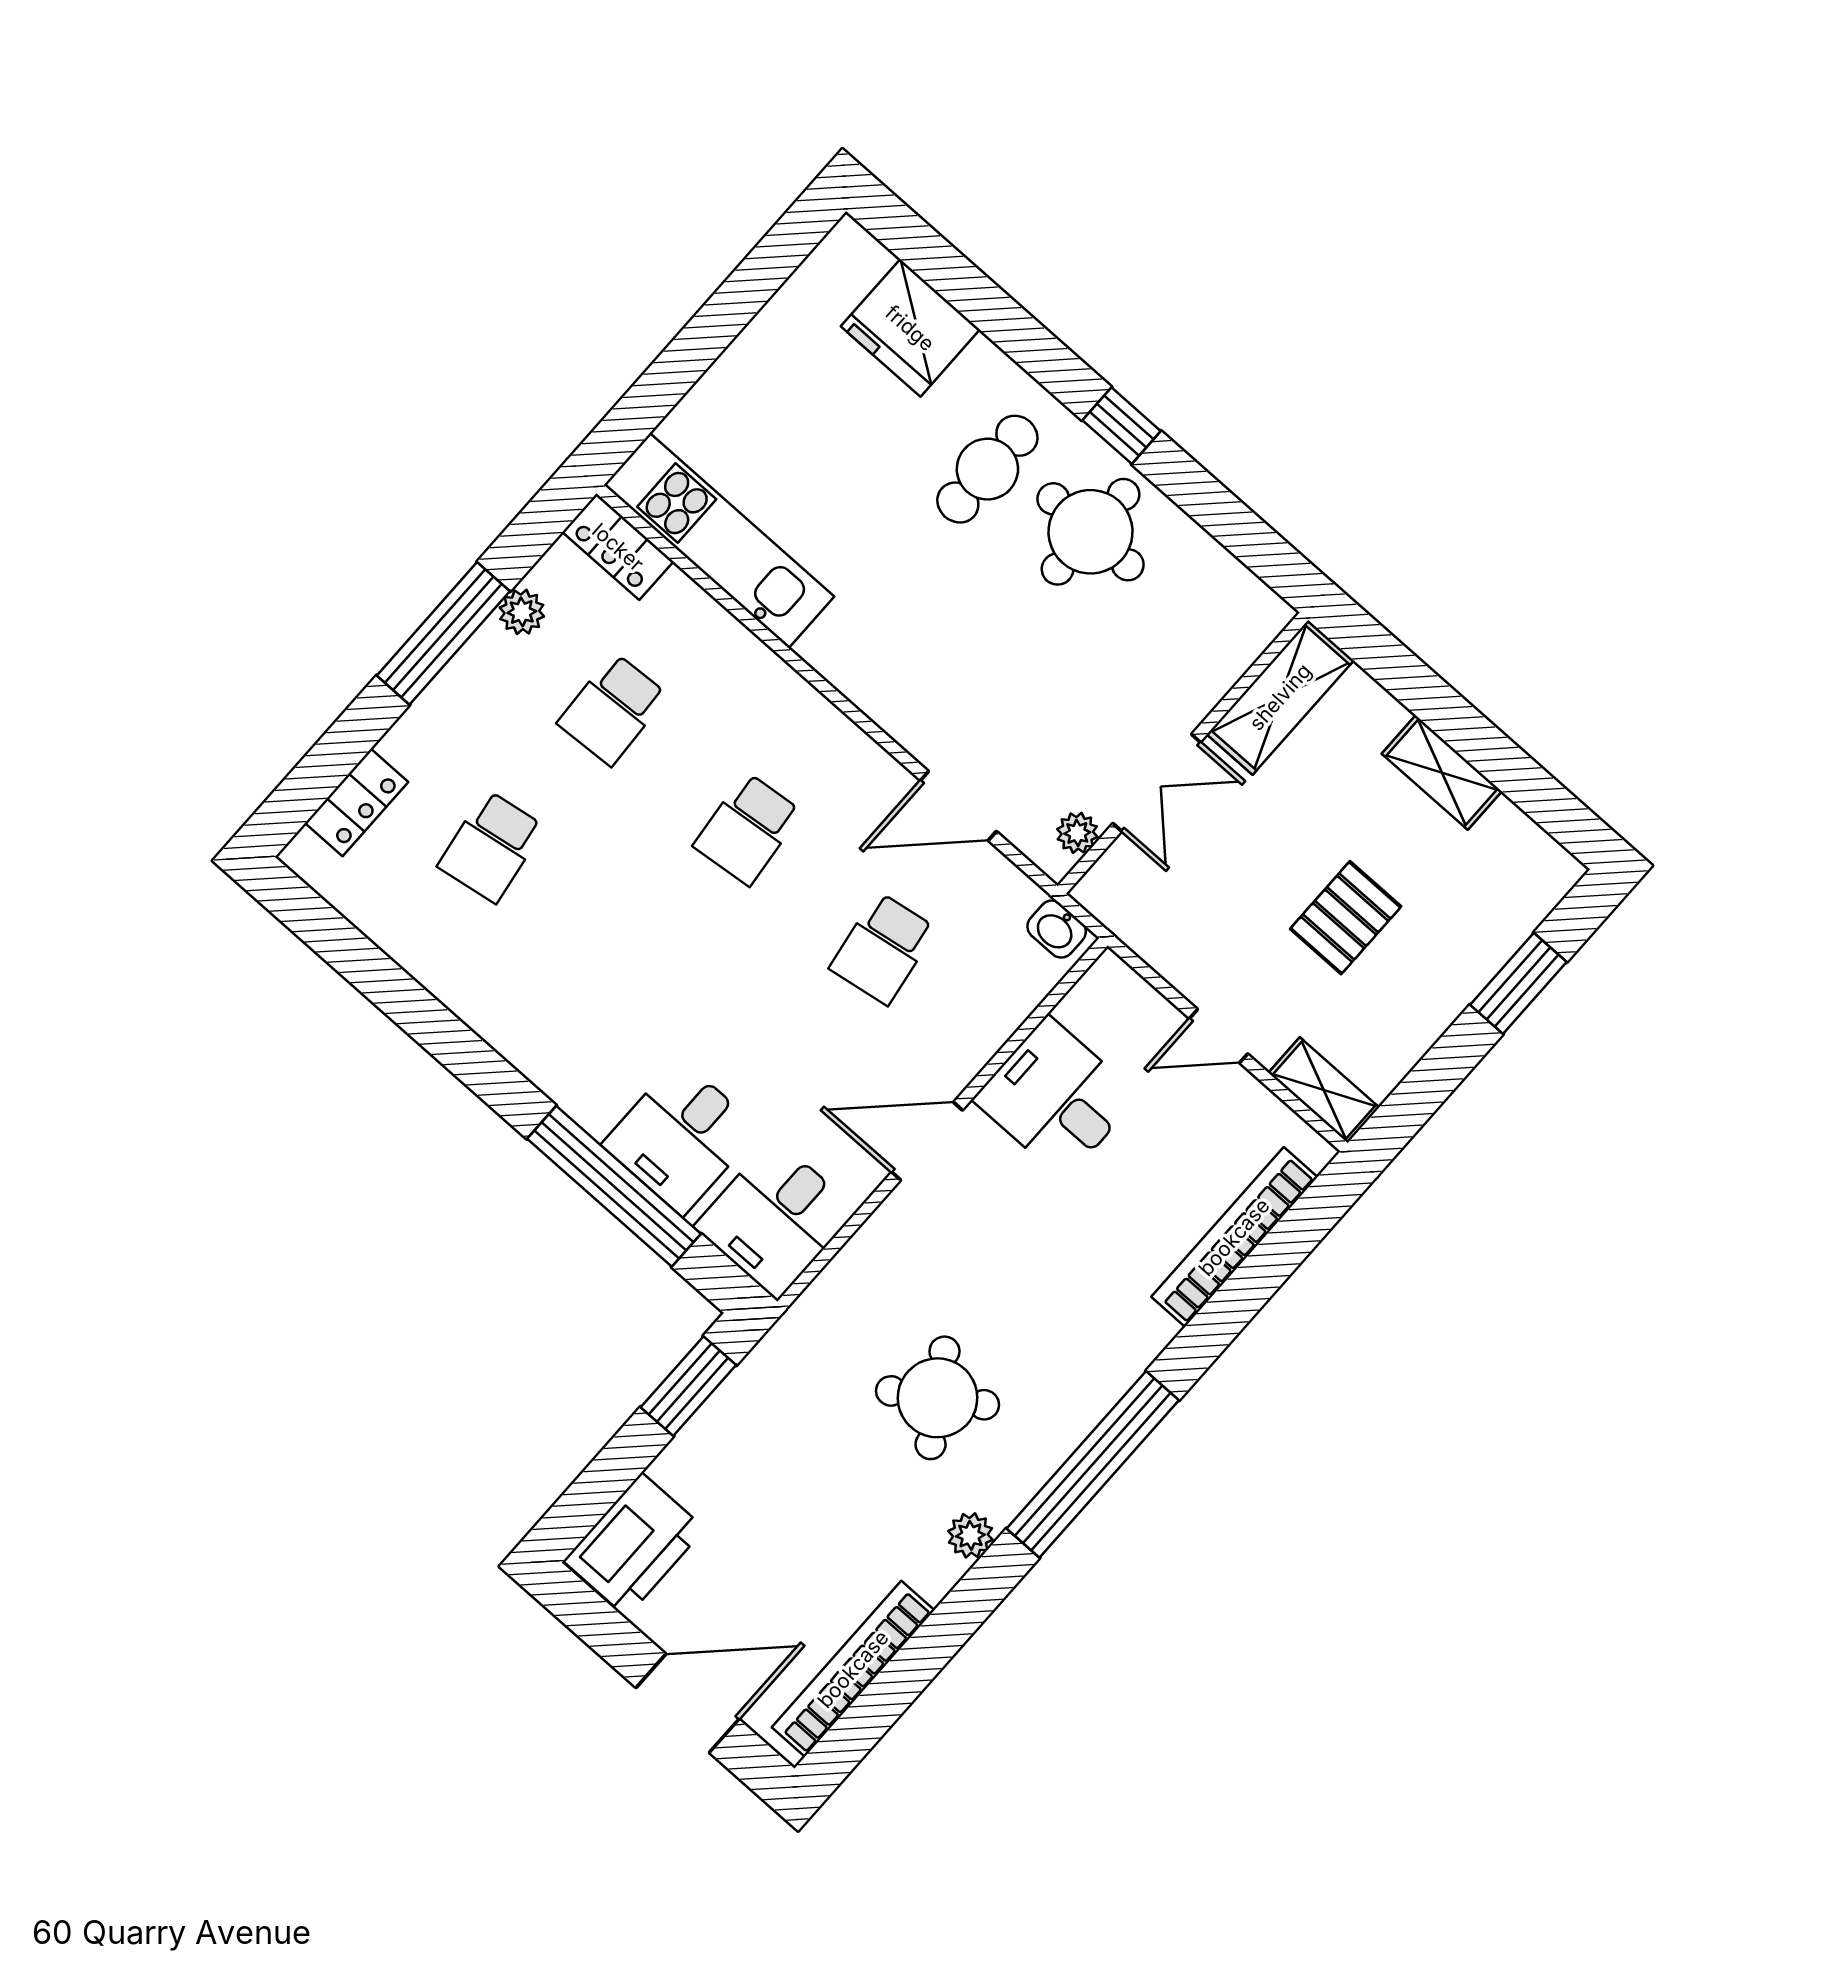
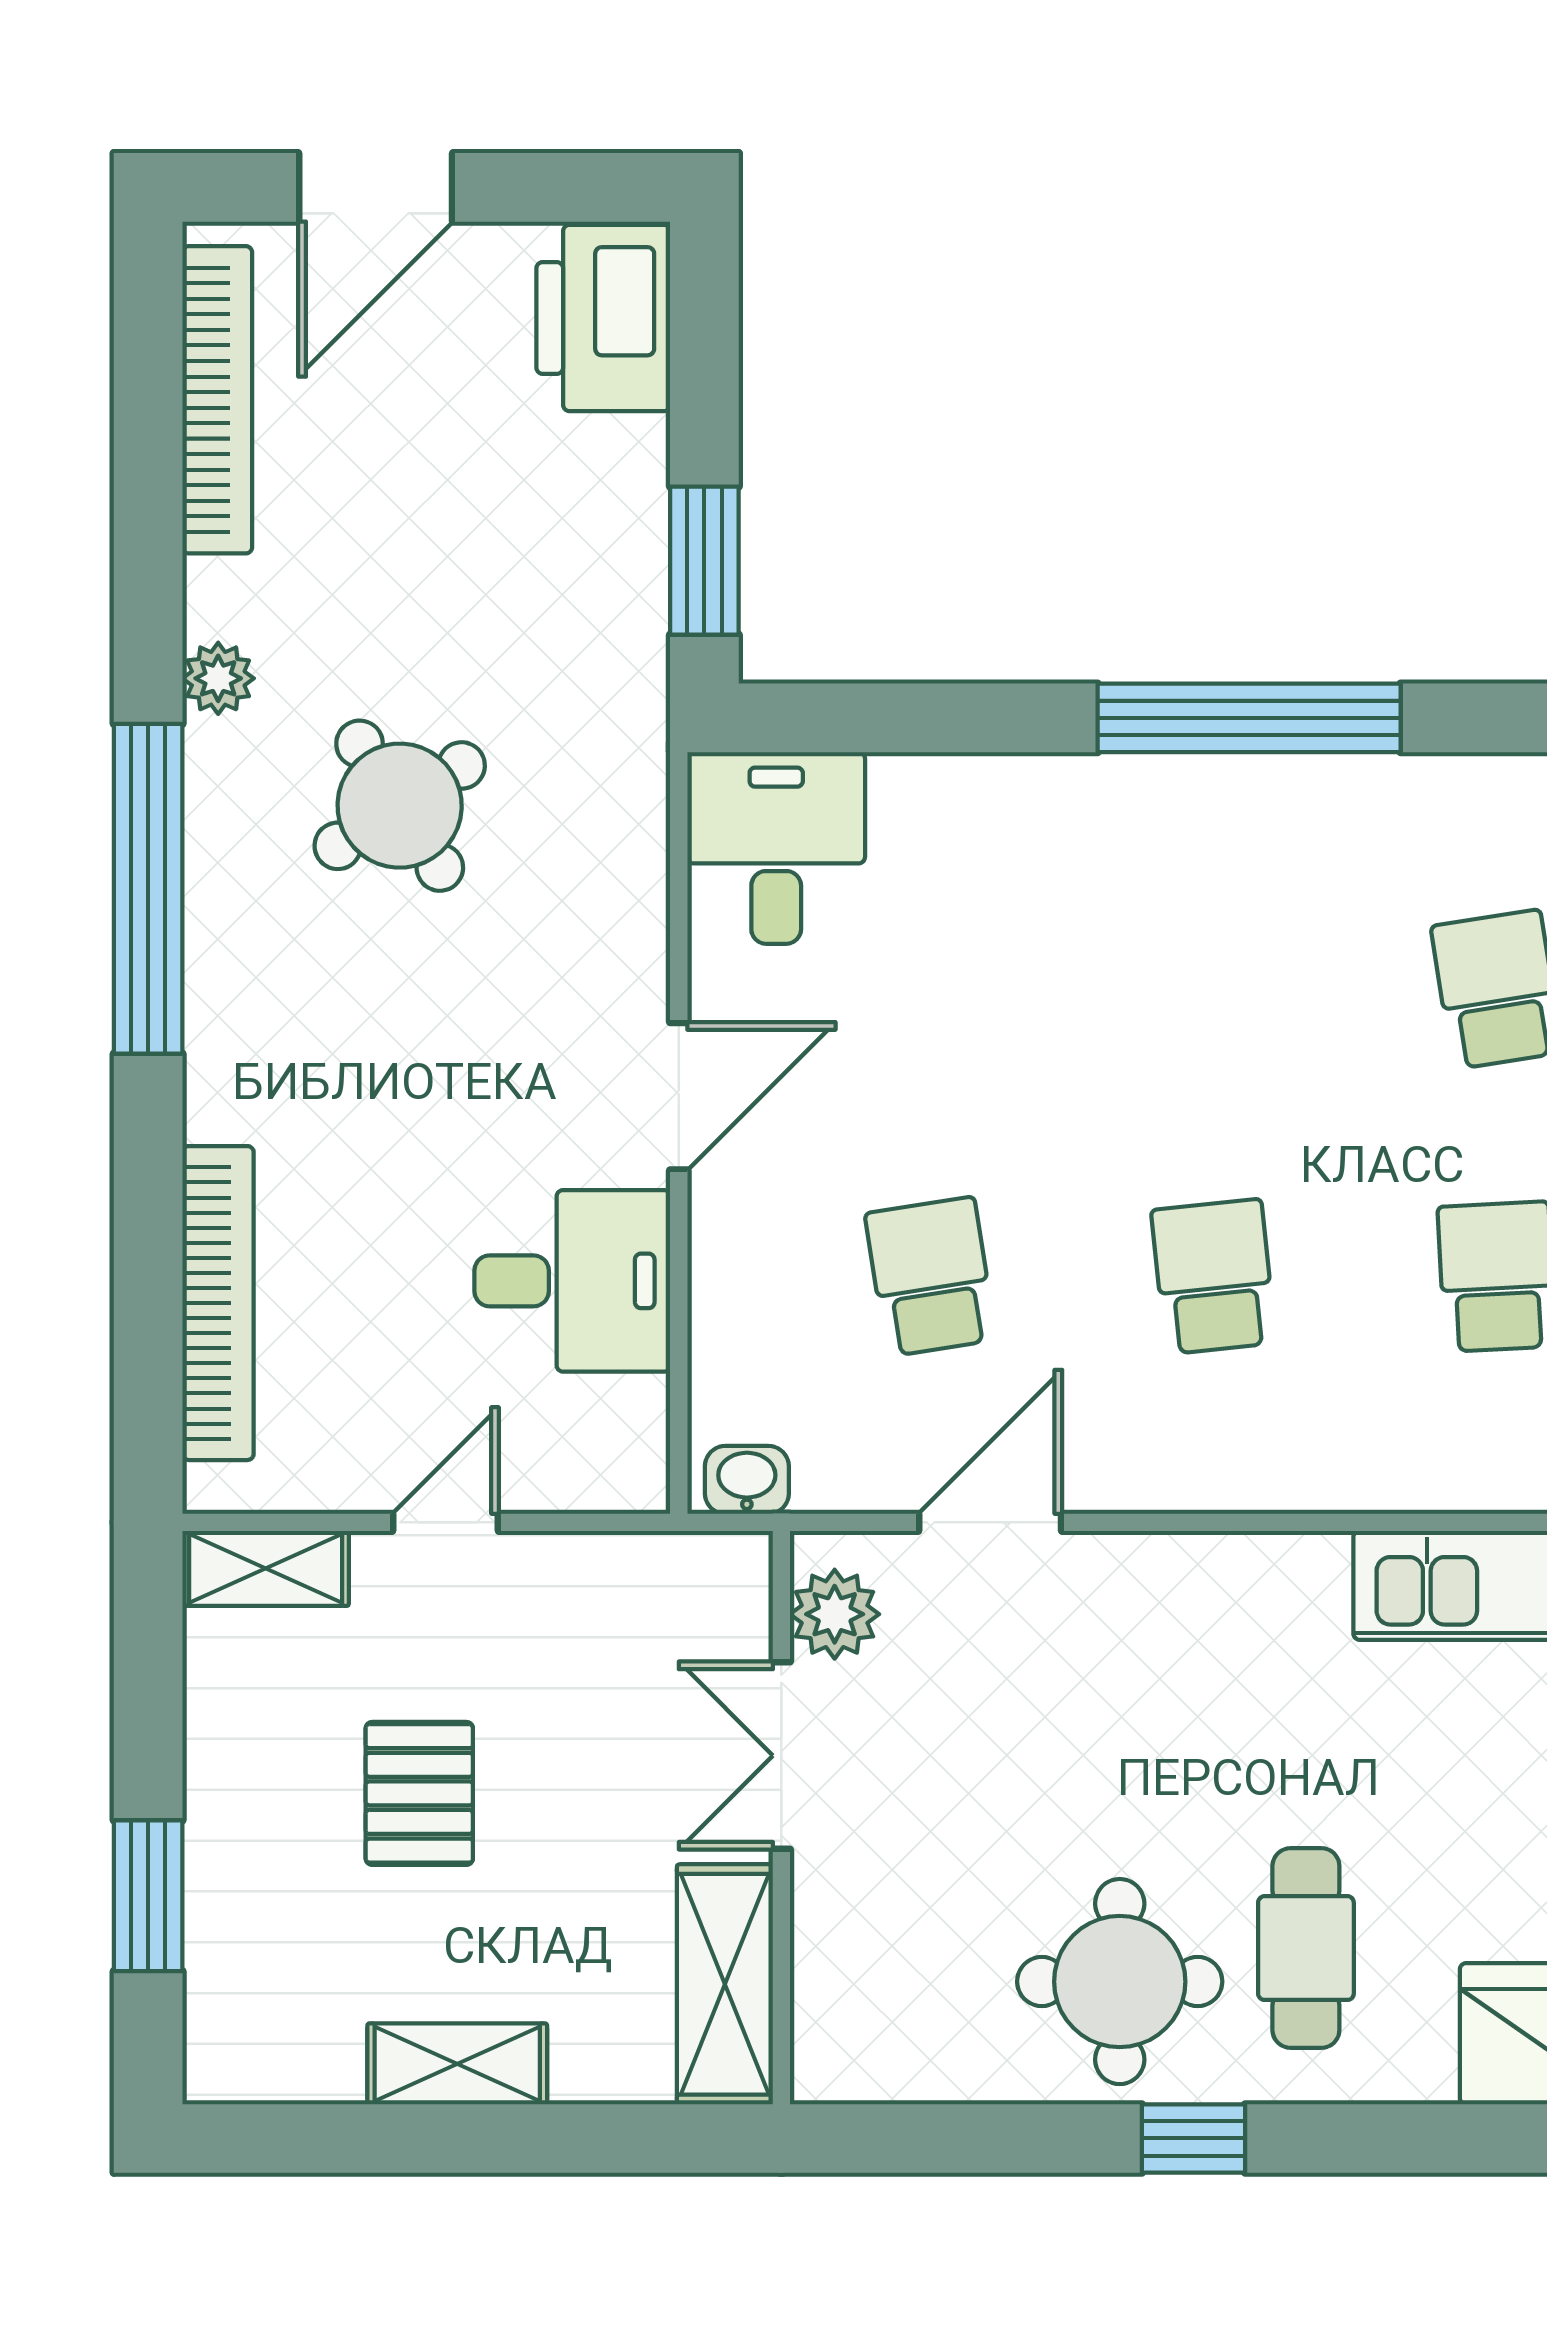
plant: (1077, 833) -> (835, 1614), width x1.38, depth x1.38
desk: (681, 1137) -> (972, 845), removed
window: (614, 1186) -> (1249, 718), moved

